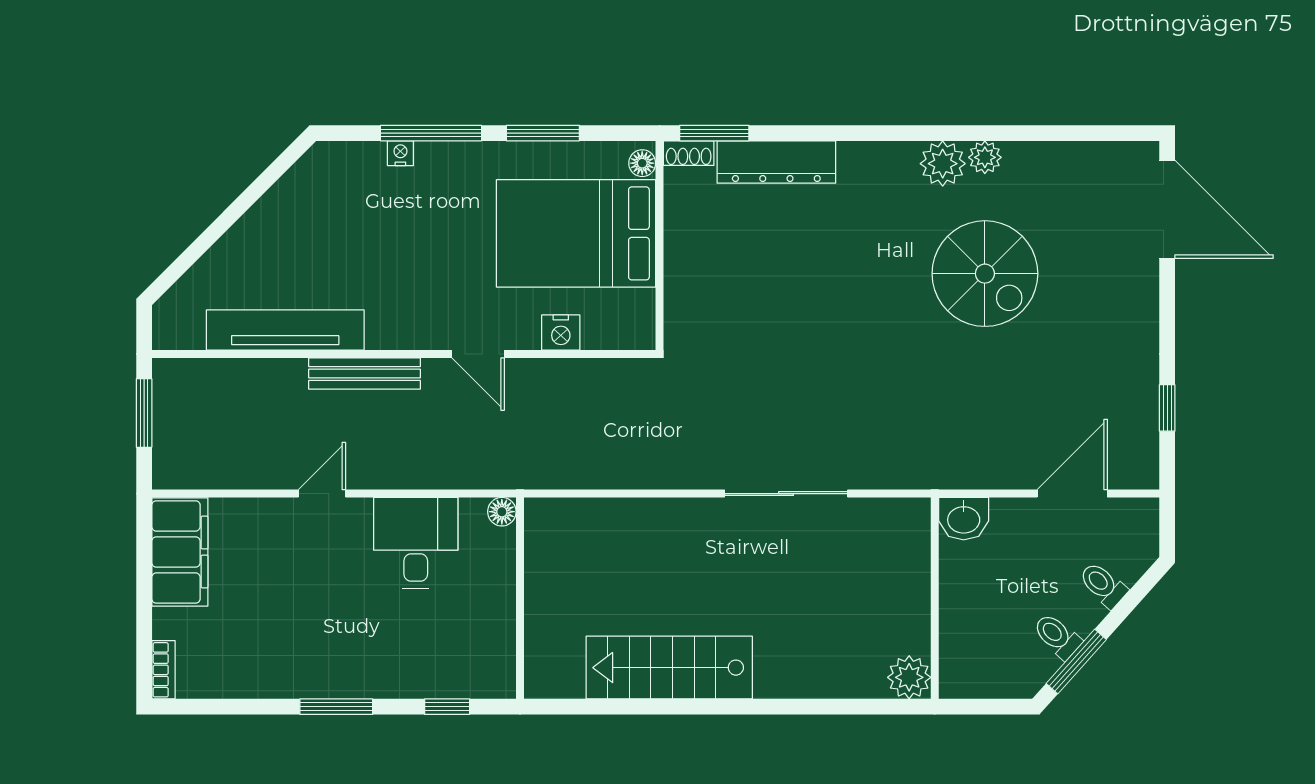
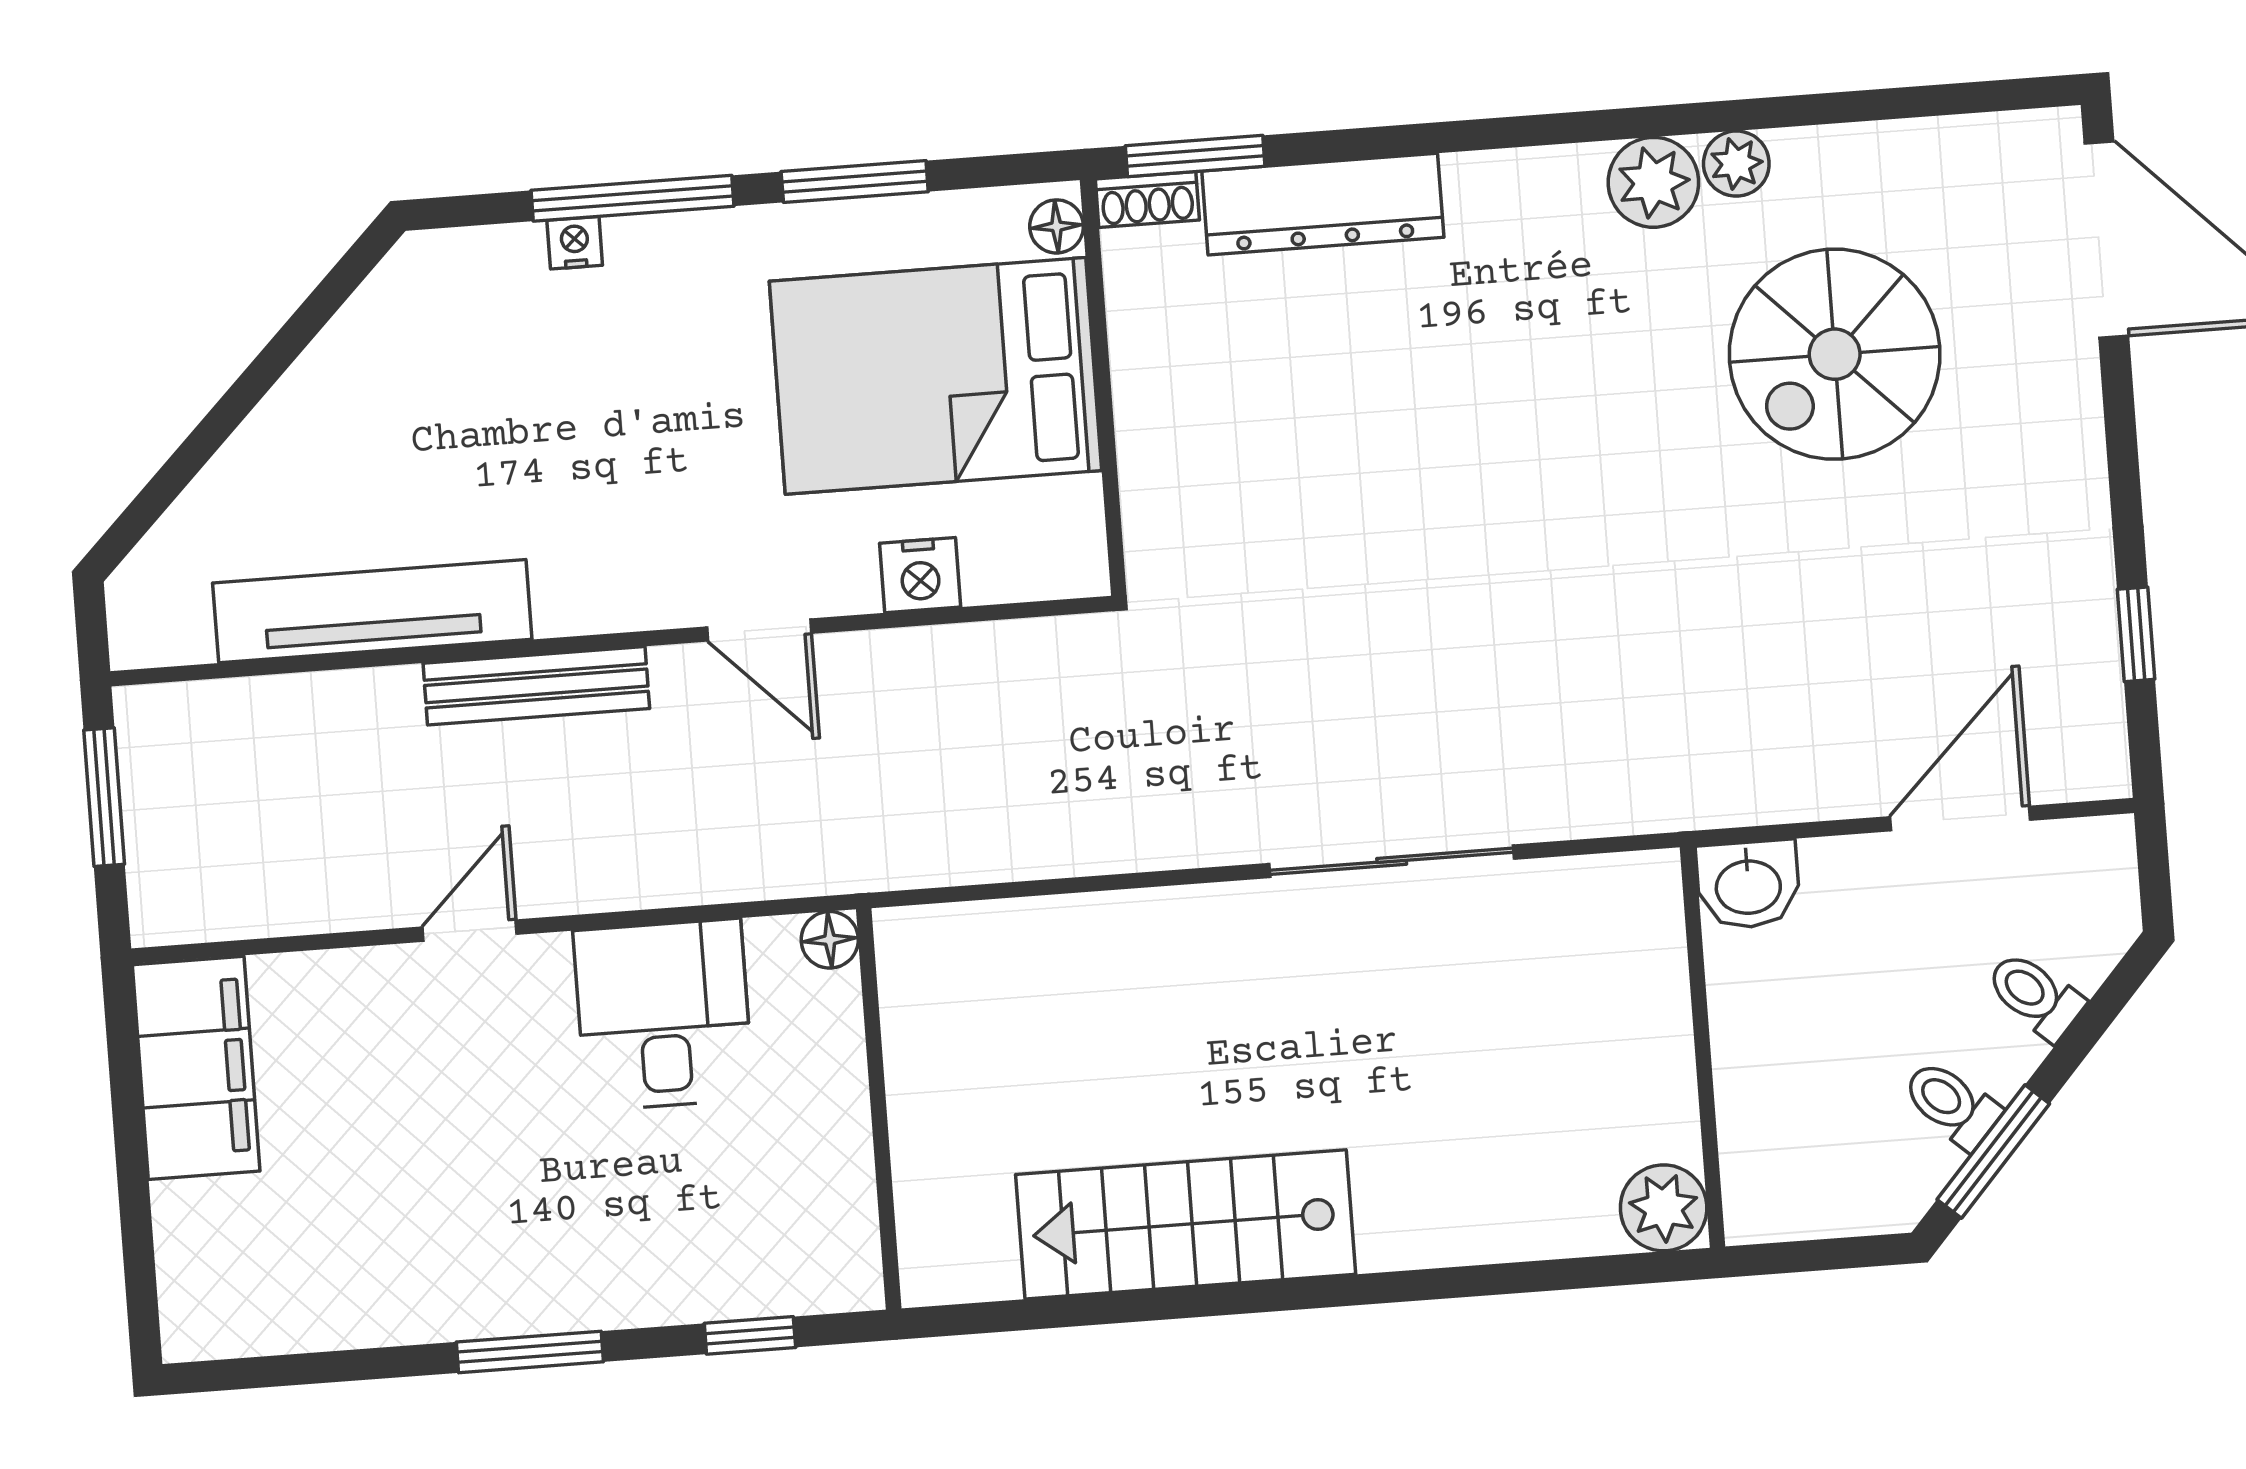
spiral stairs: (985, 274) -> (1835, 354), moved, turned 90
bookcase: (163, 670) -> (181, 1304), removed

